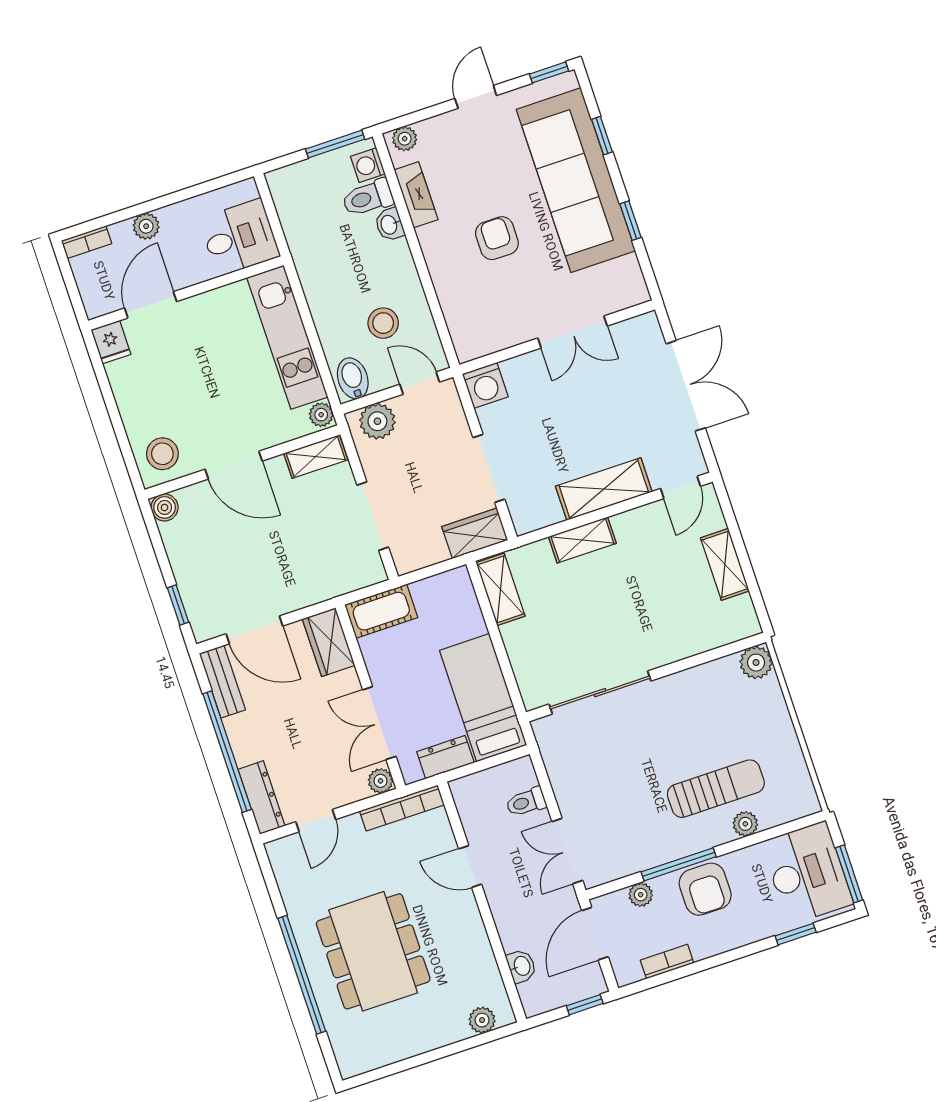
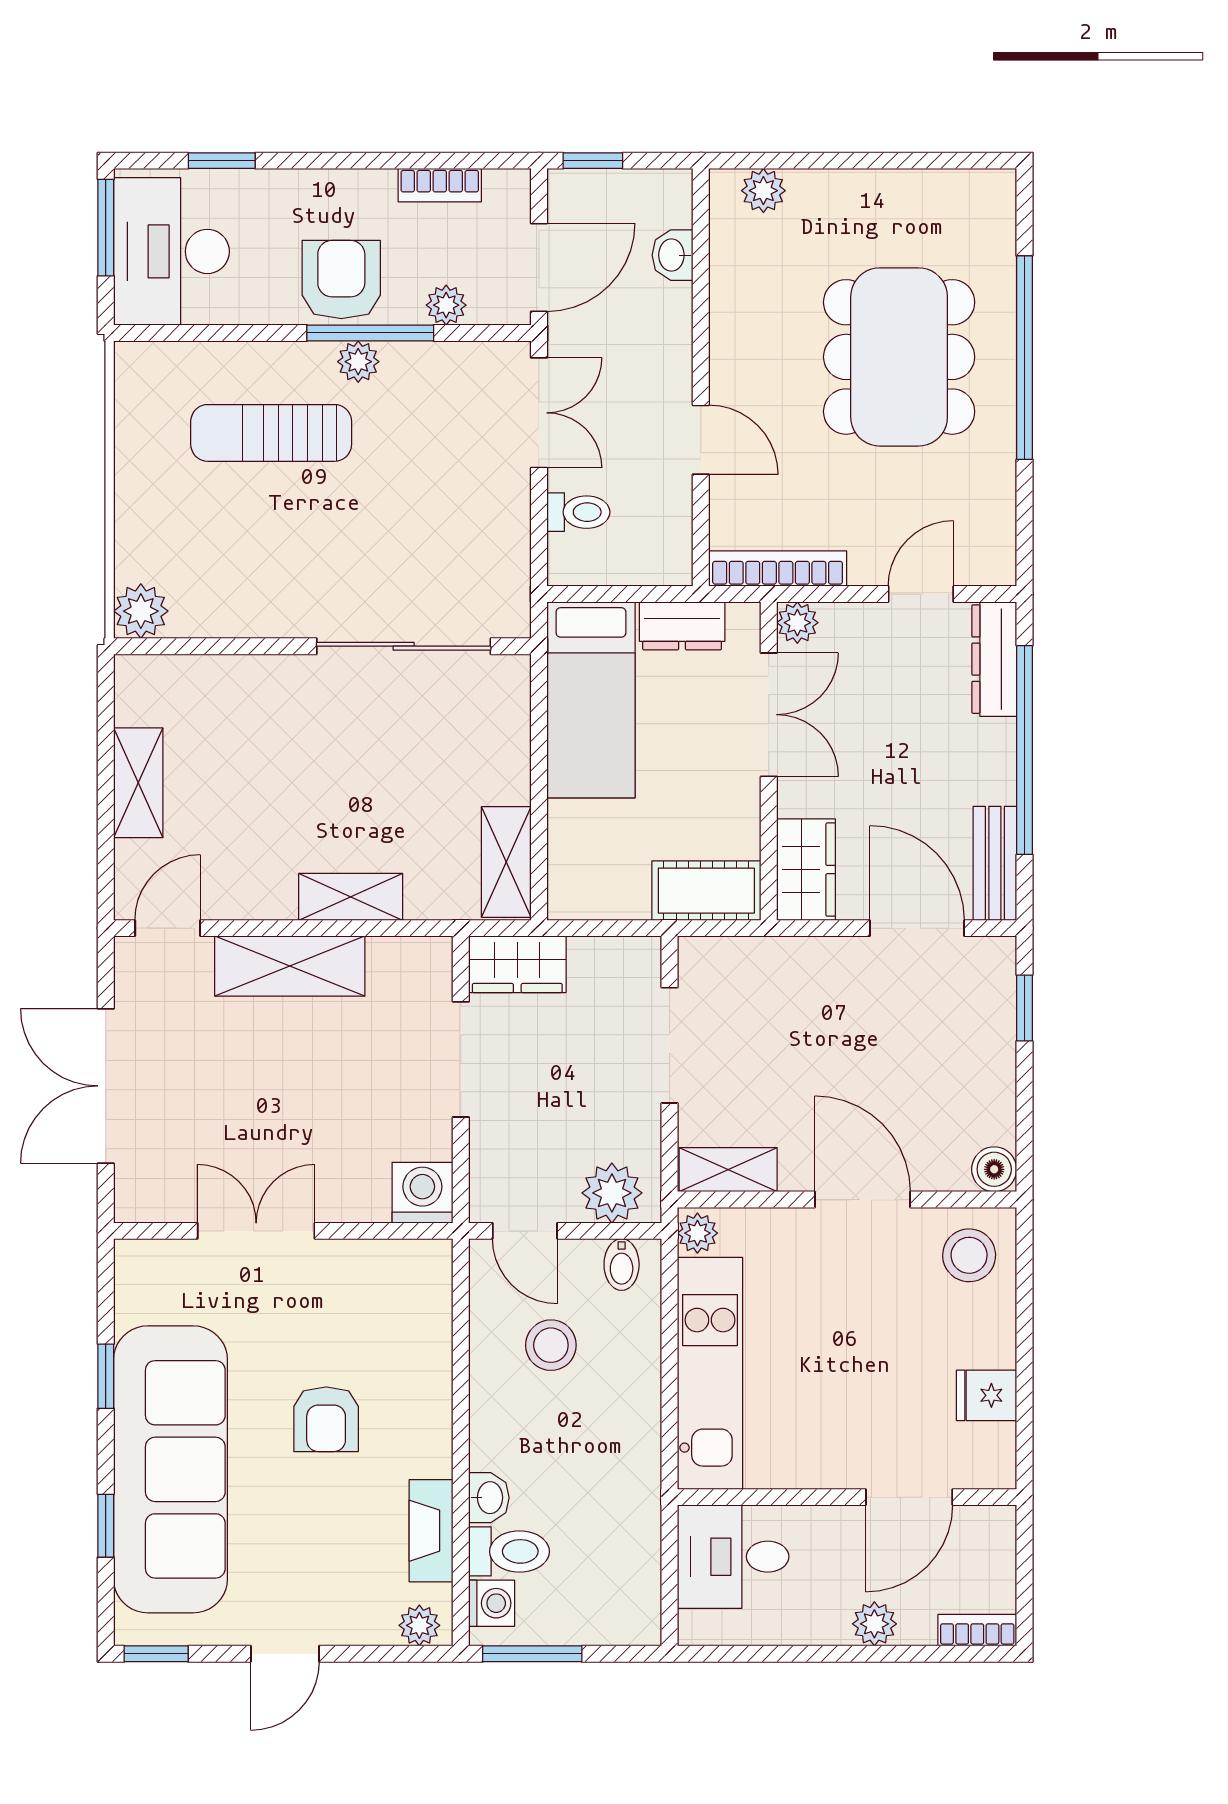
fridge: (111, 342) -> (987, 1395), moved, turned -90
bidet: (353, 378) -> (622, 1265), width x0.72, depth x0.74
plant: (745, 824) -> (358, 362), moved

